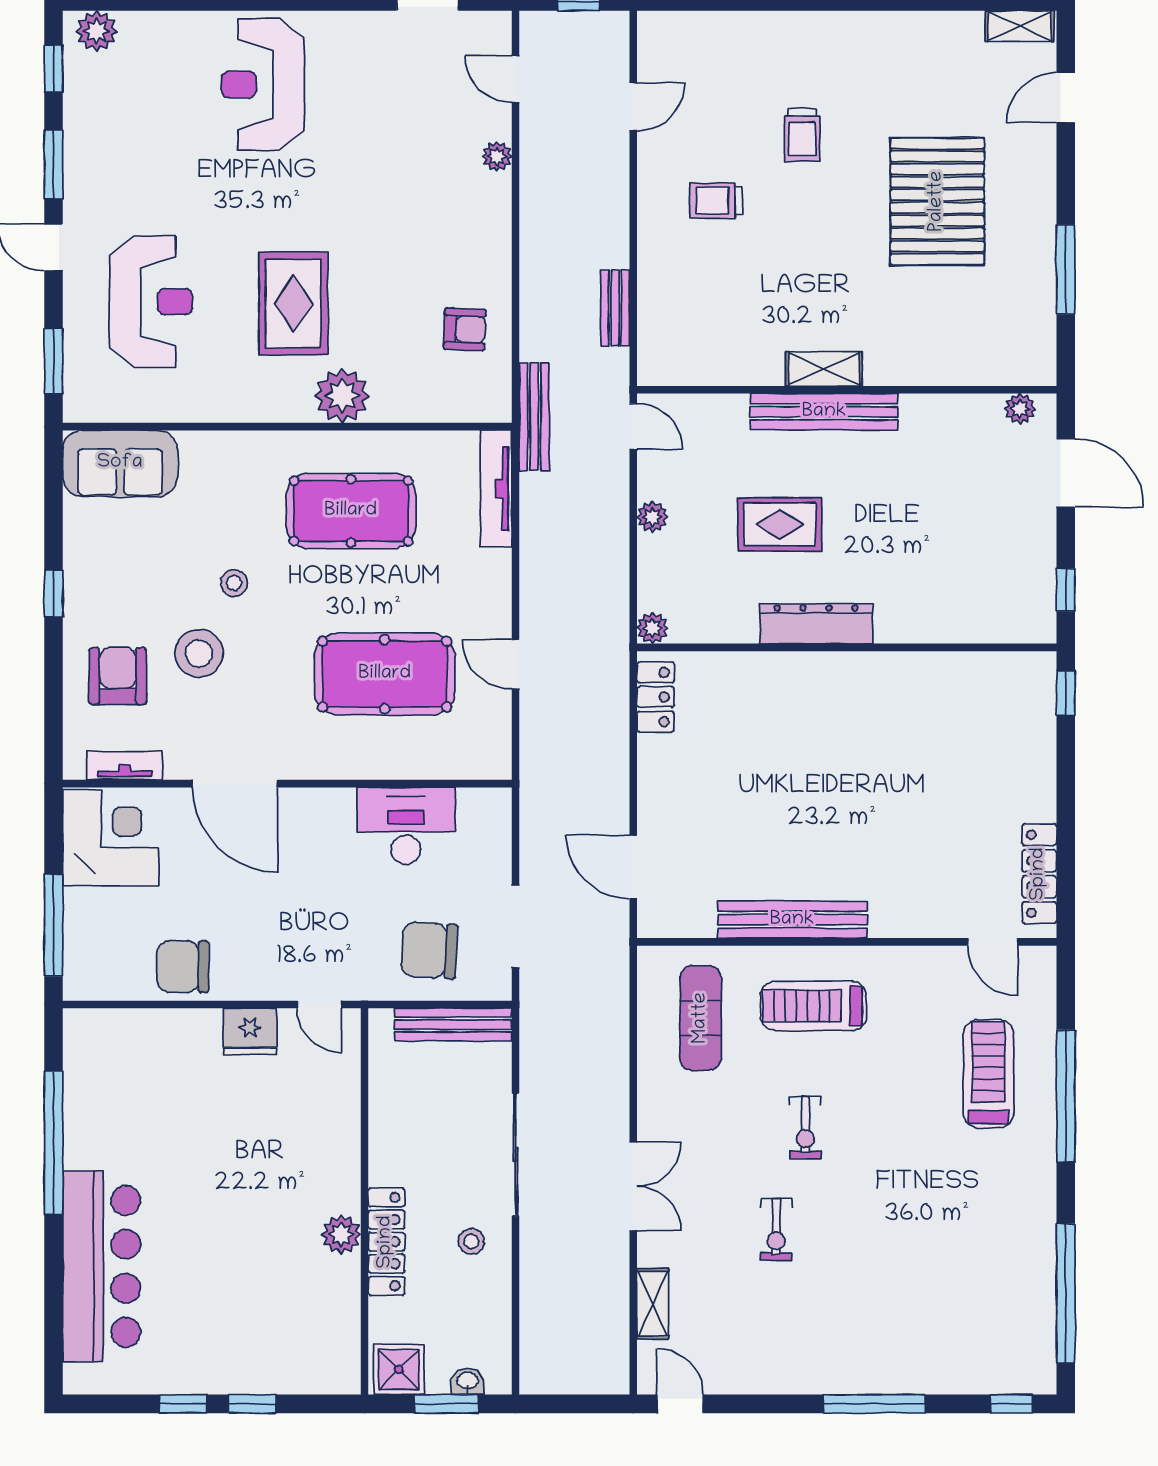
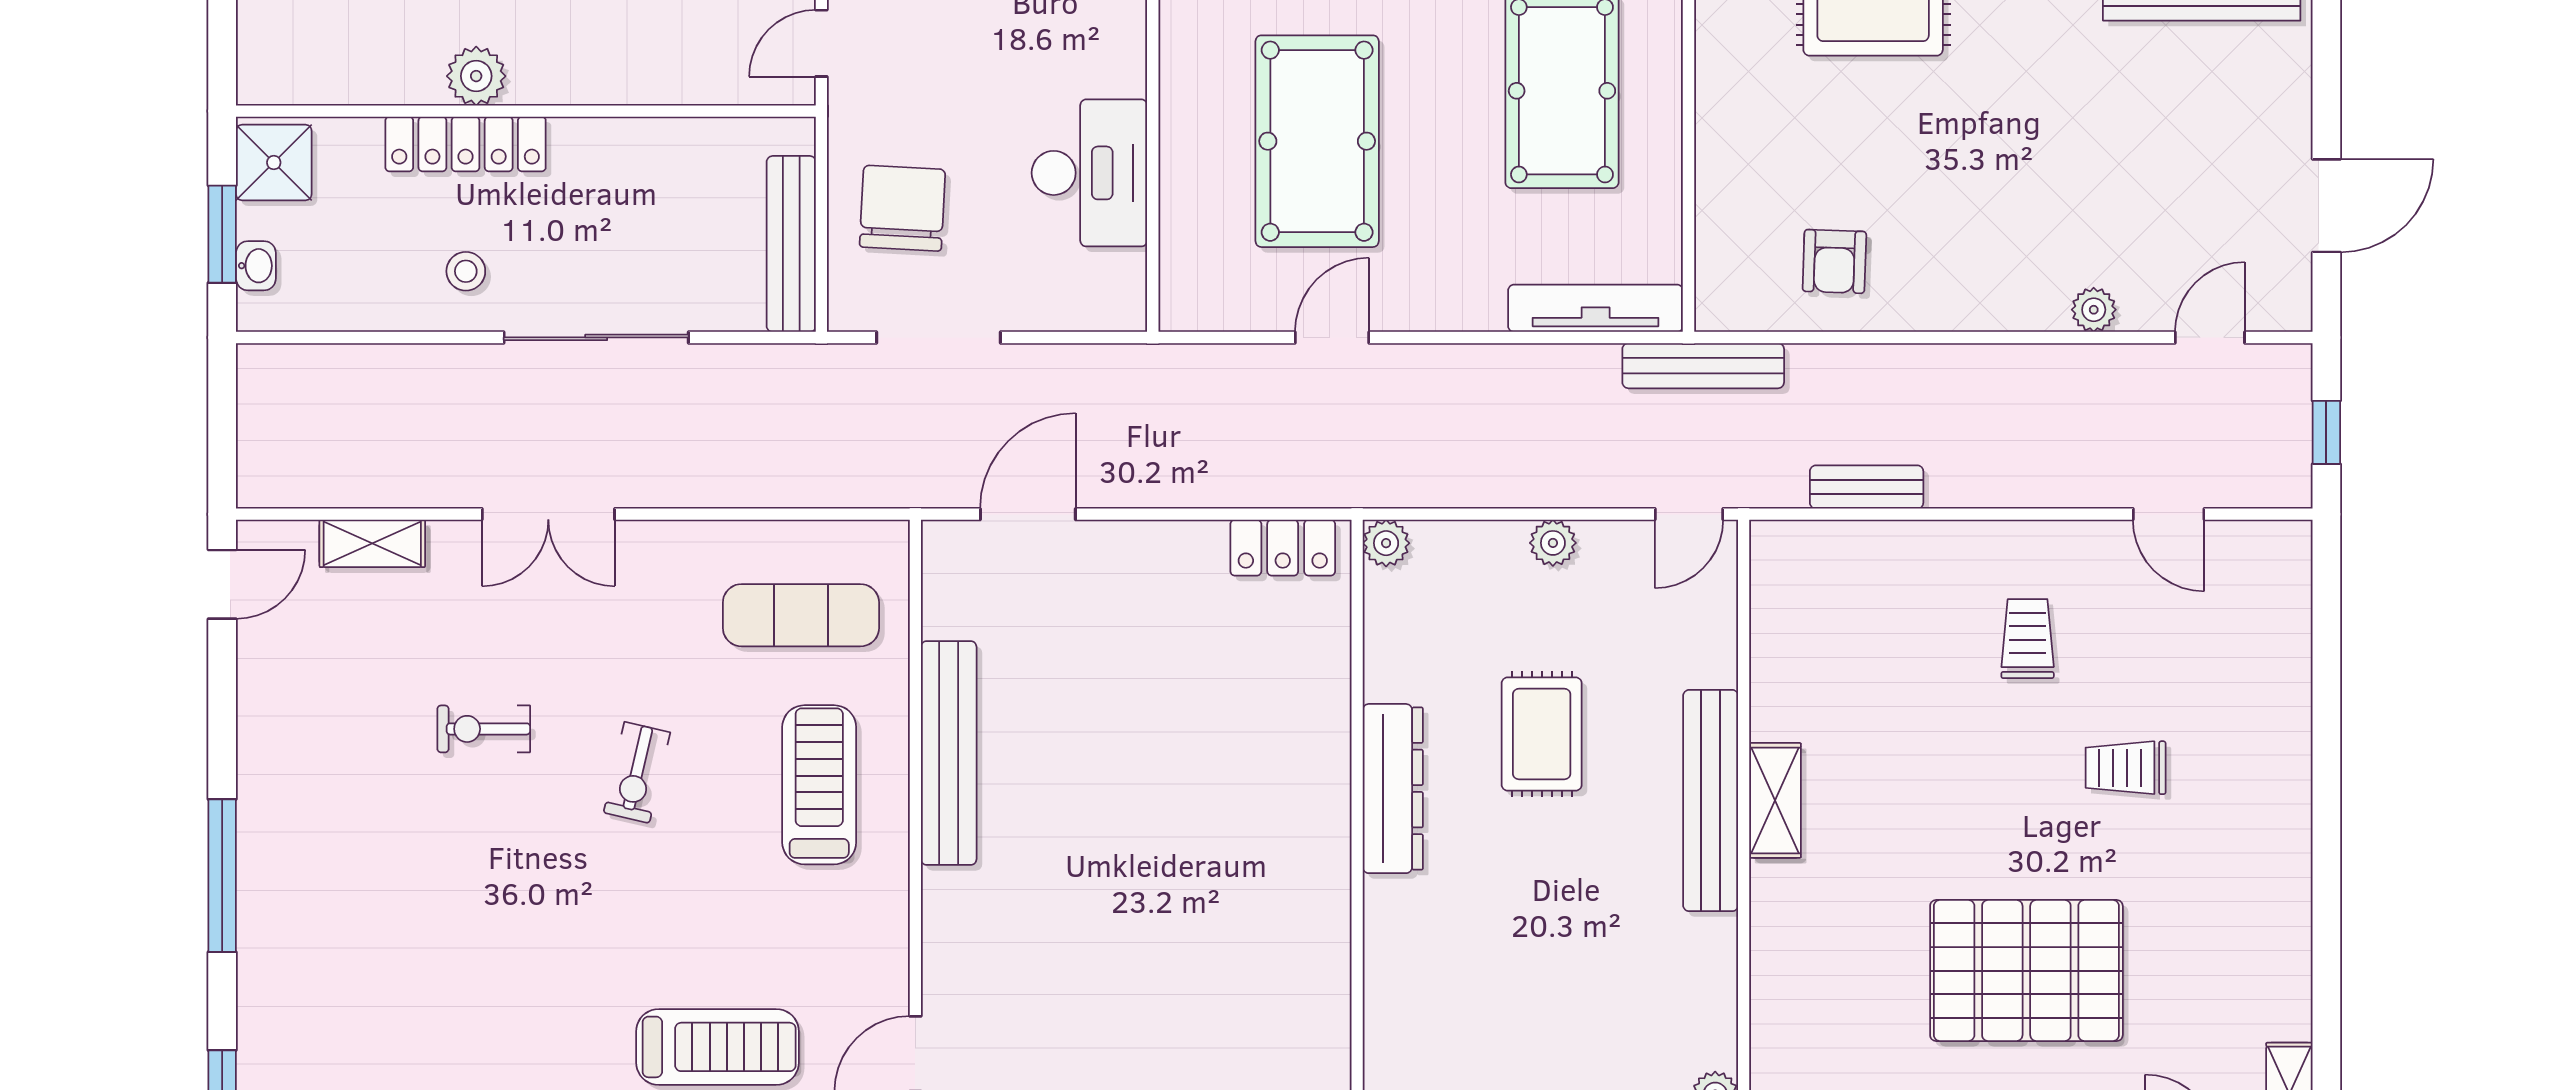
plant: (342, 396) -> (1735, 78), removed
exercise bike: (805, 1127) -> (637, 773), turned -77

